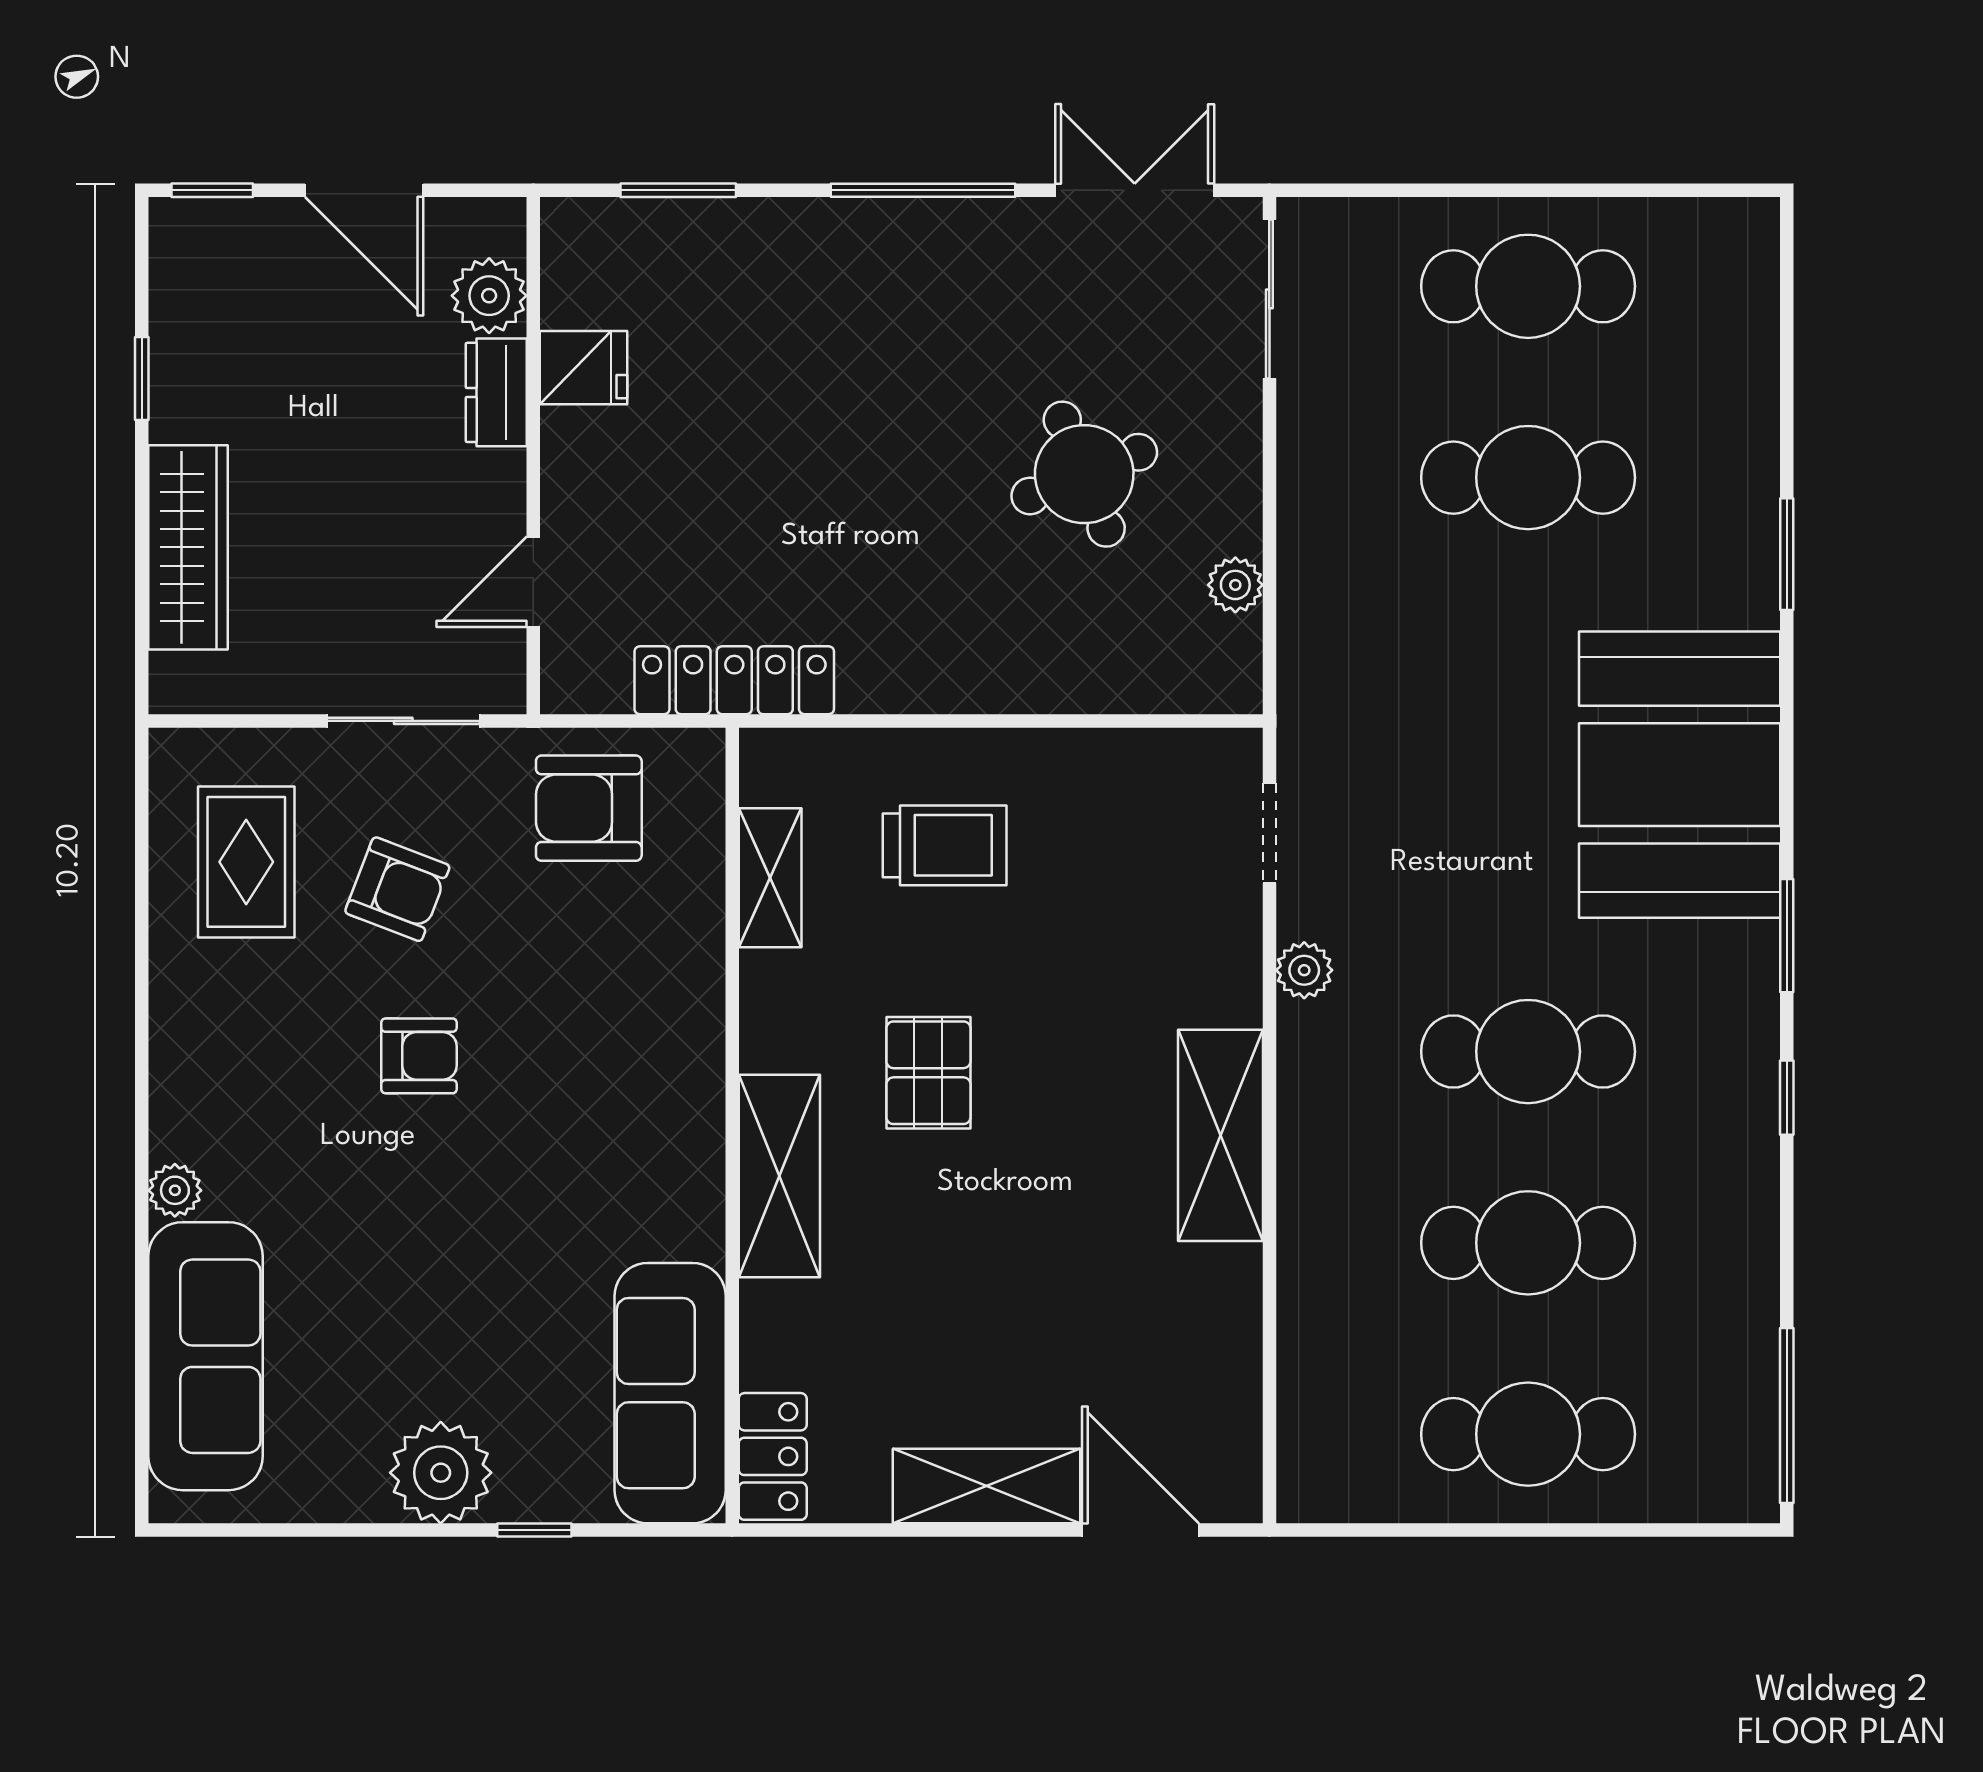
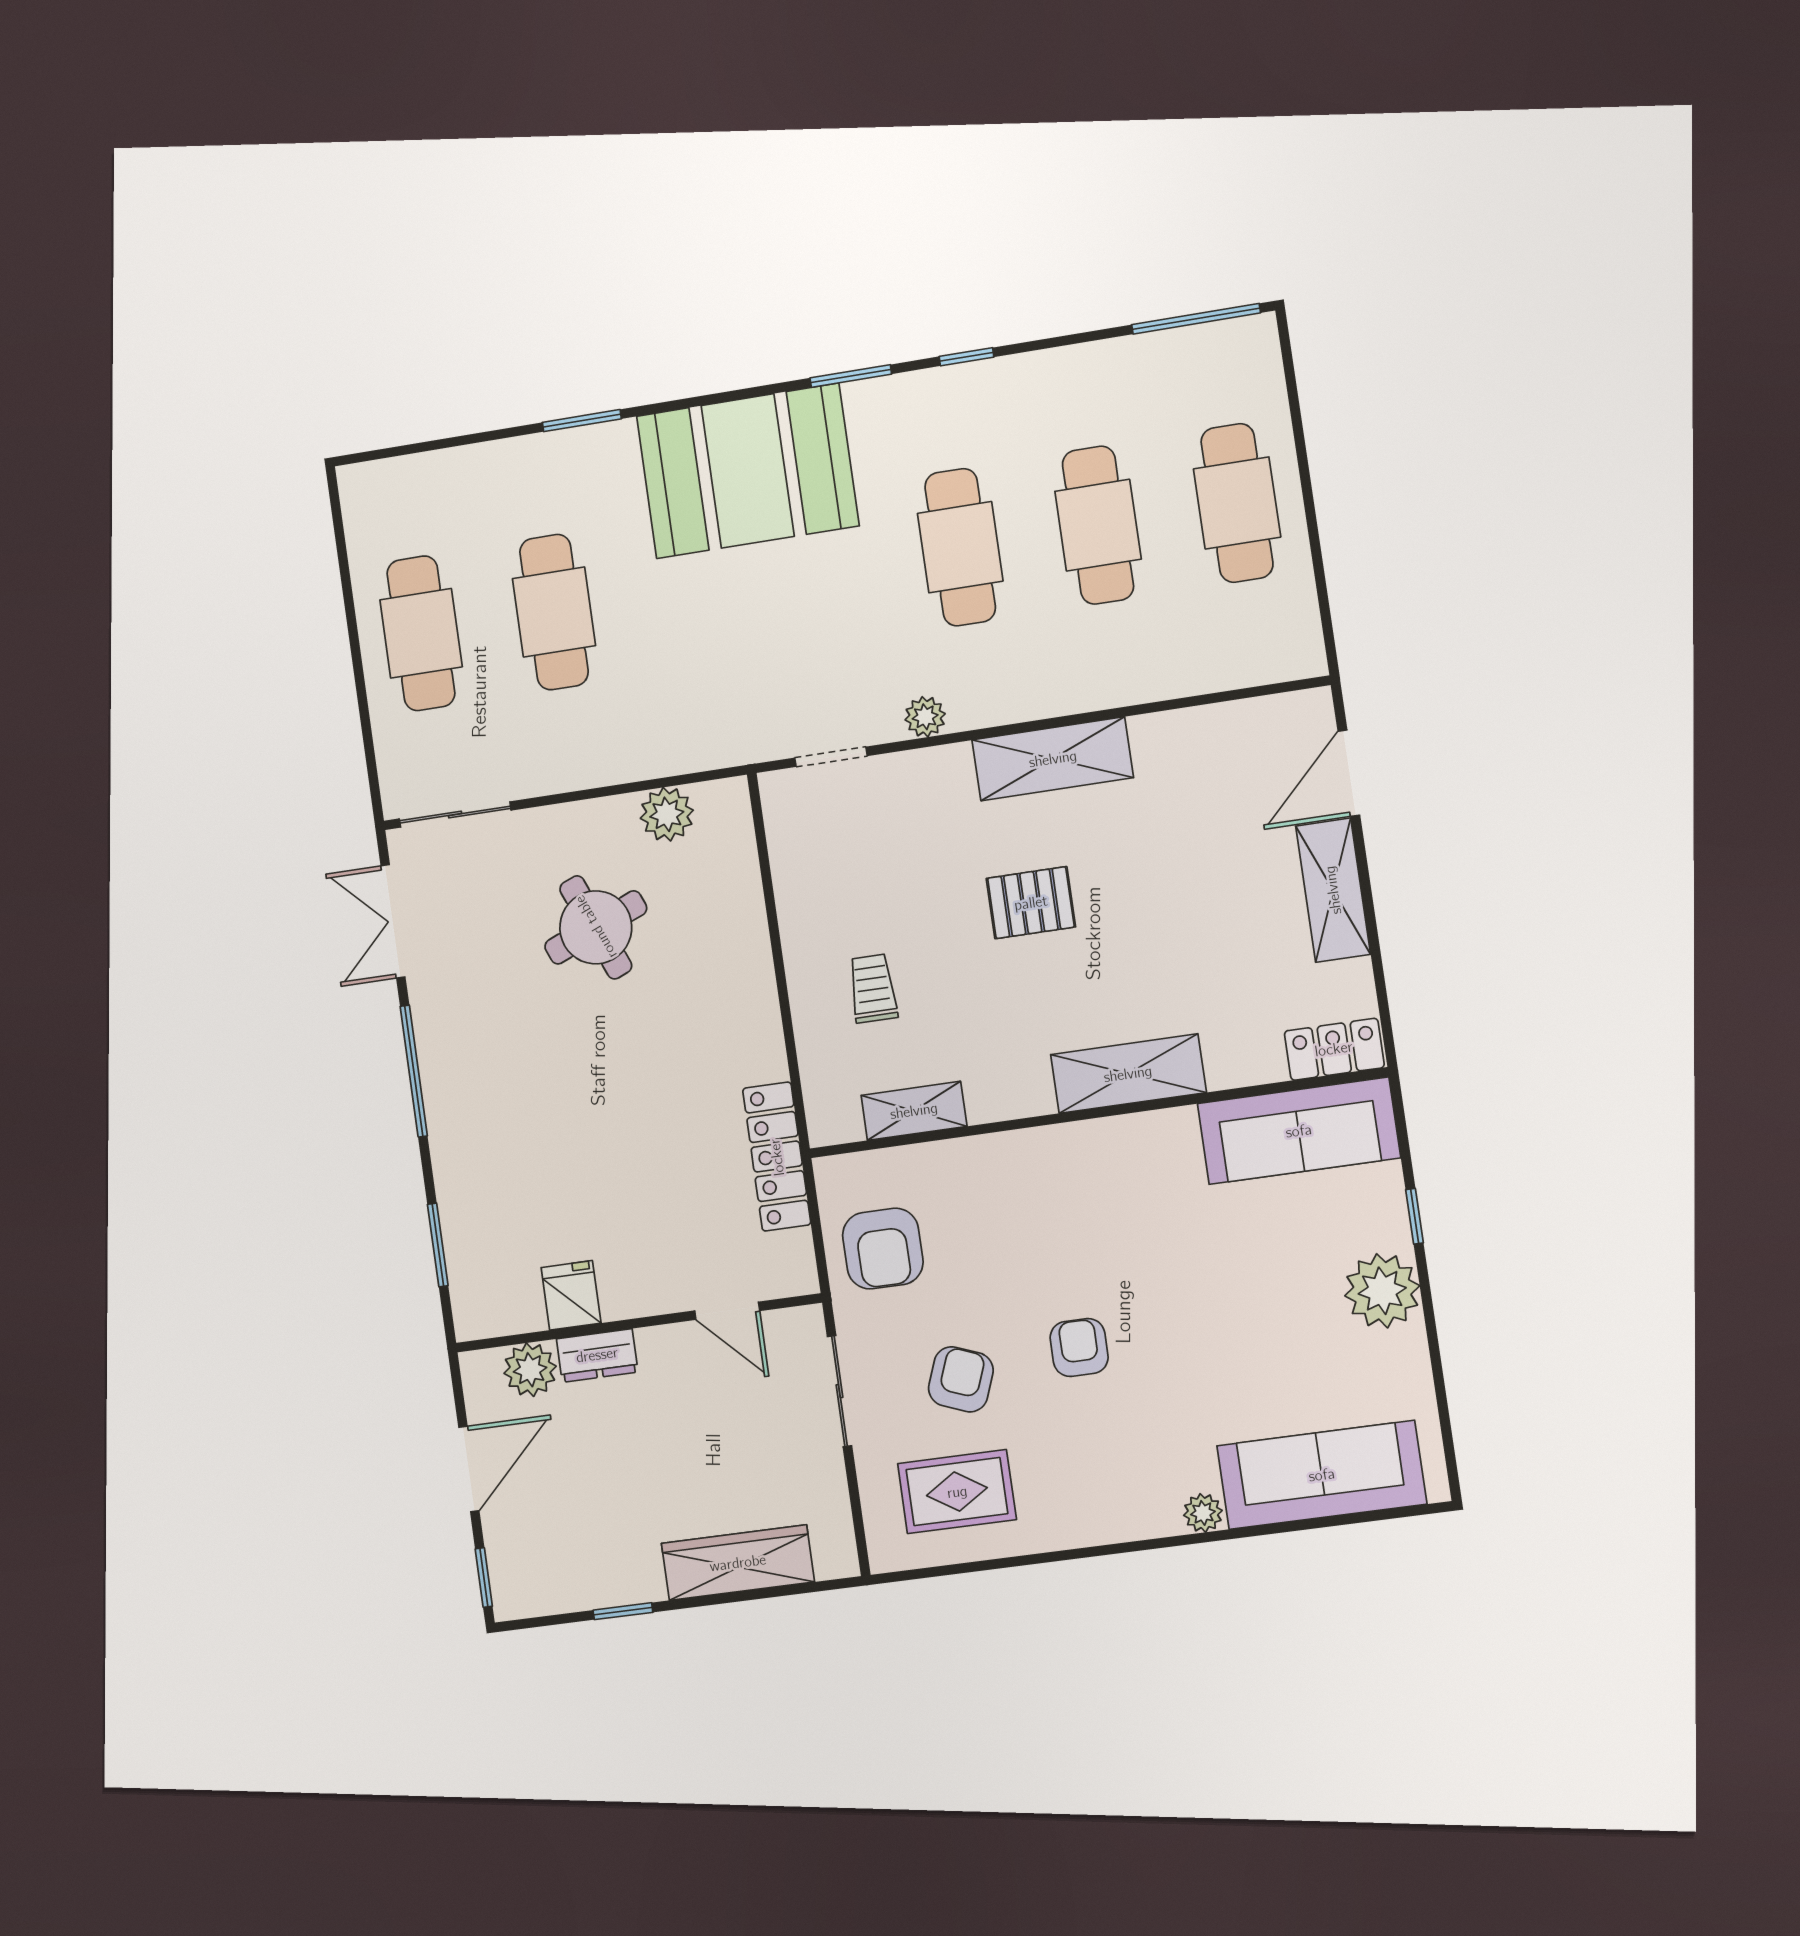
plant: (1235, 585) -> (667, 814), width x1.38, depth x1.38
trolley: (945, 845) -> (873, 988), width x0.73, depth x0.72
pallet: (928, 1073) -> (1031, 903), moved

